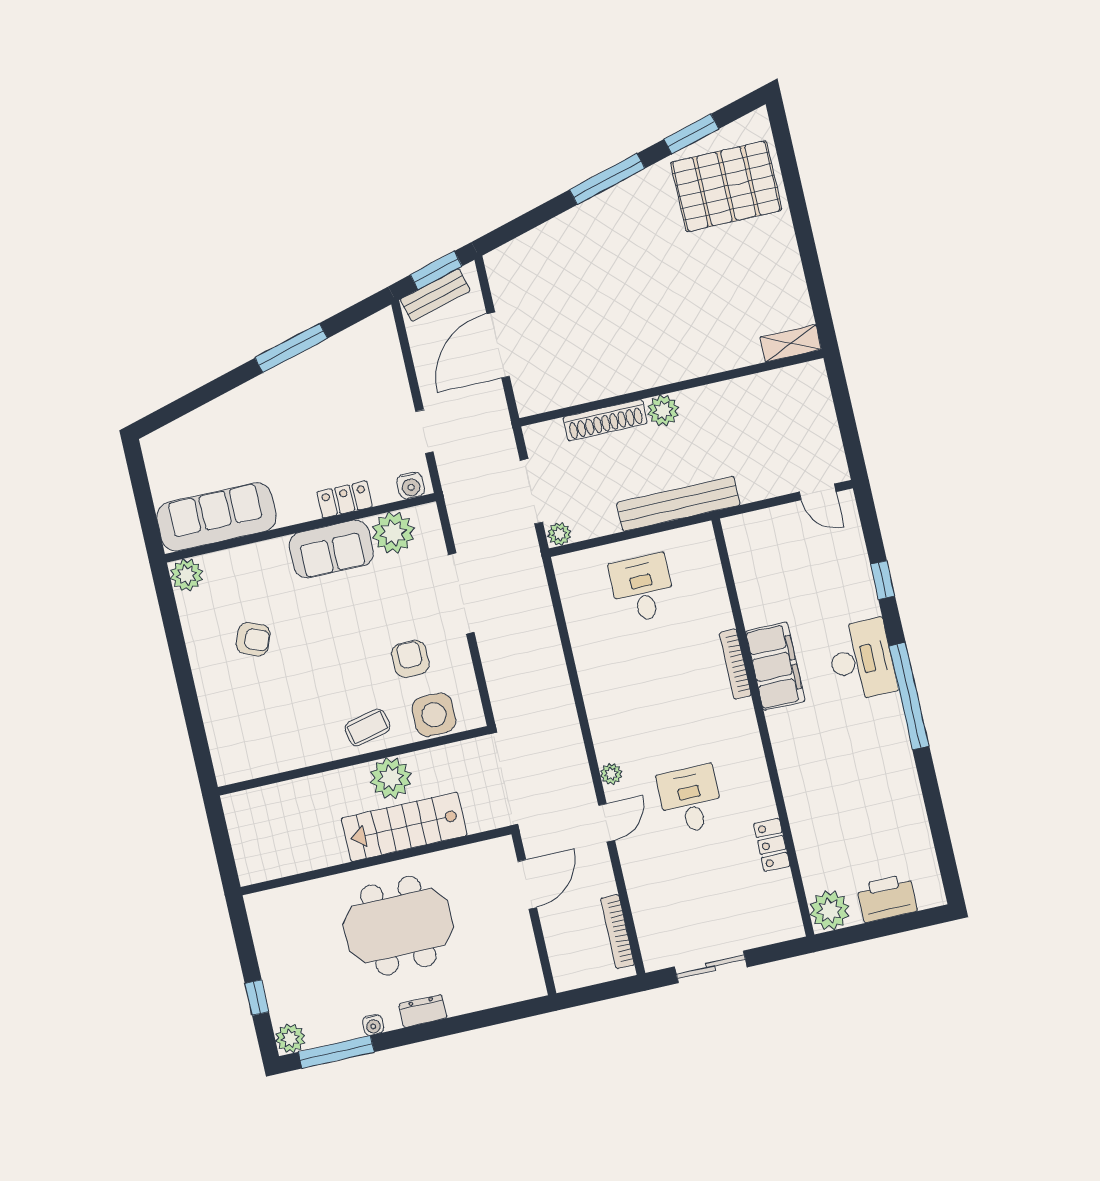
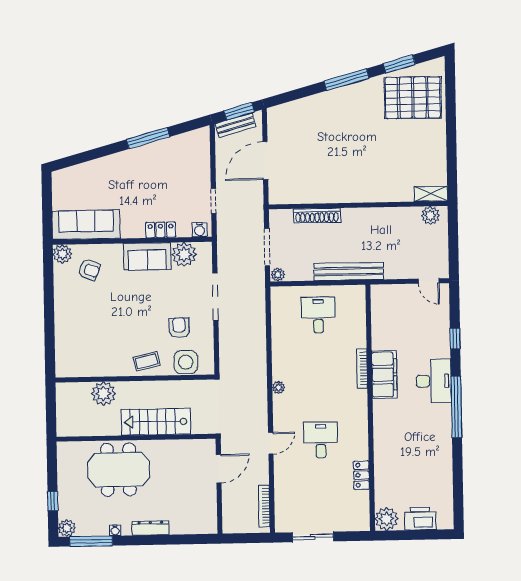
plant: (663, 411) -> (430, 215), moved
armchair: (253, 639) -> (89, 270), moved
plant: (611, 774) -> (279, 387), moved
plant: (391, 778) -> (103, 394), moved
meeting table: (398, 926) -> (118, 470), moved
dresser: (423, 1011) -> (150, 528), width x1.44

